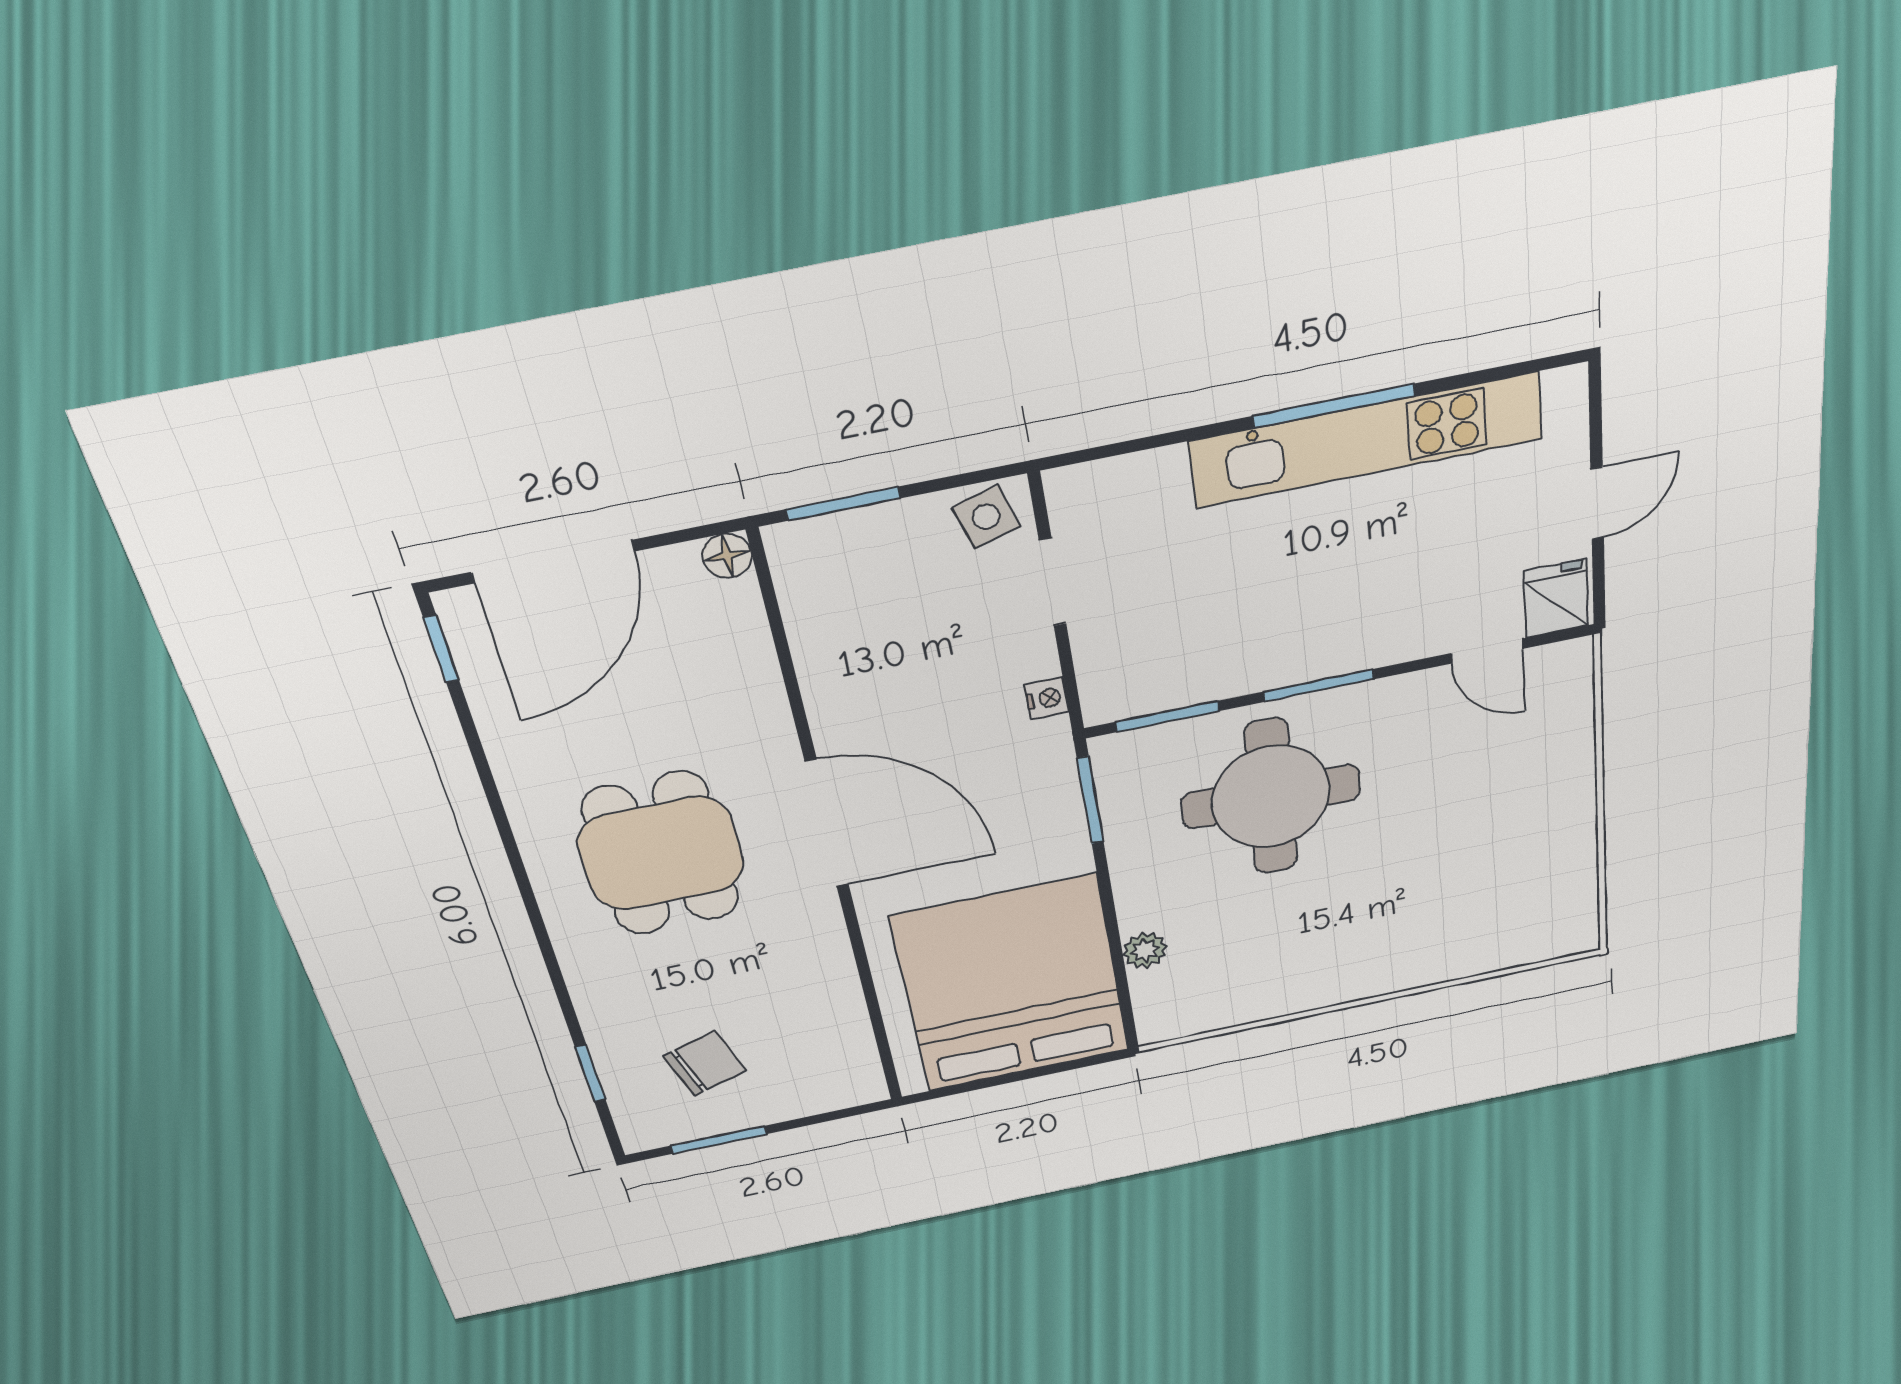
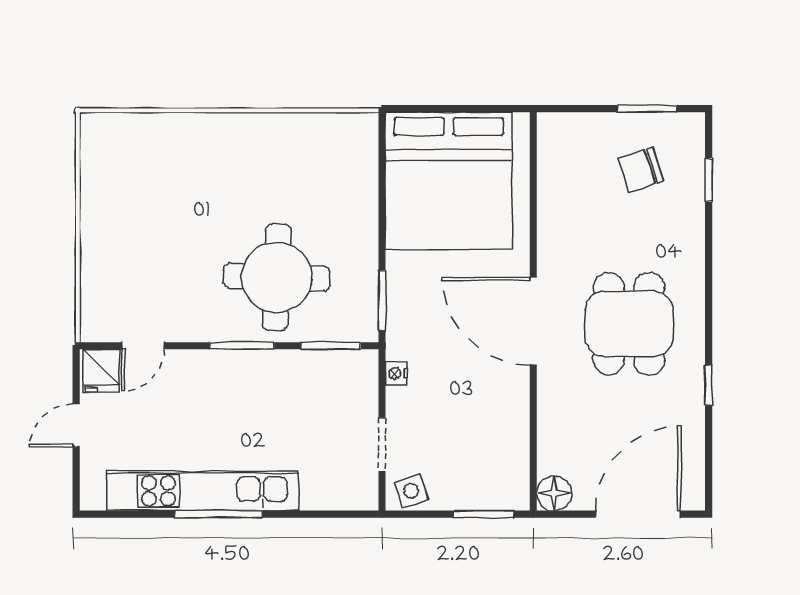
floor lamp: (727, 556) -> (554, 493), width x1.37, depth x1.37
window: (441, 649) -> (709, 385), moved
door: (1487, 651) -> (143, 346), swing flipped
plant: (1145, 950) -> (365, 185), removed

